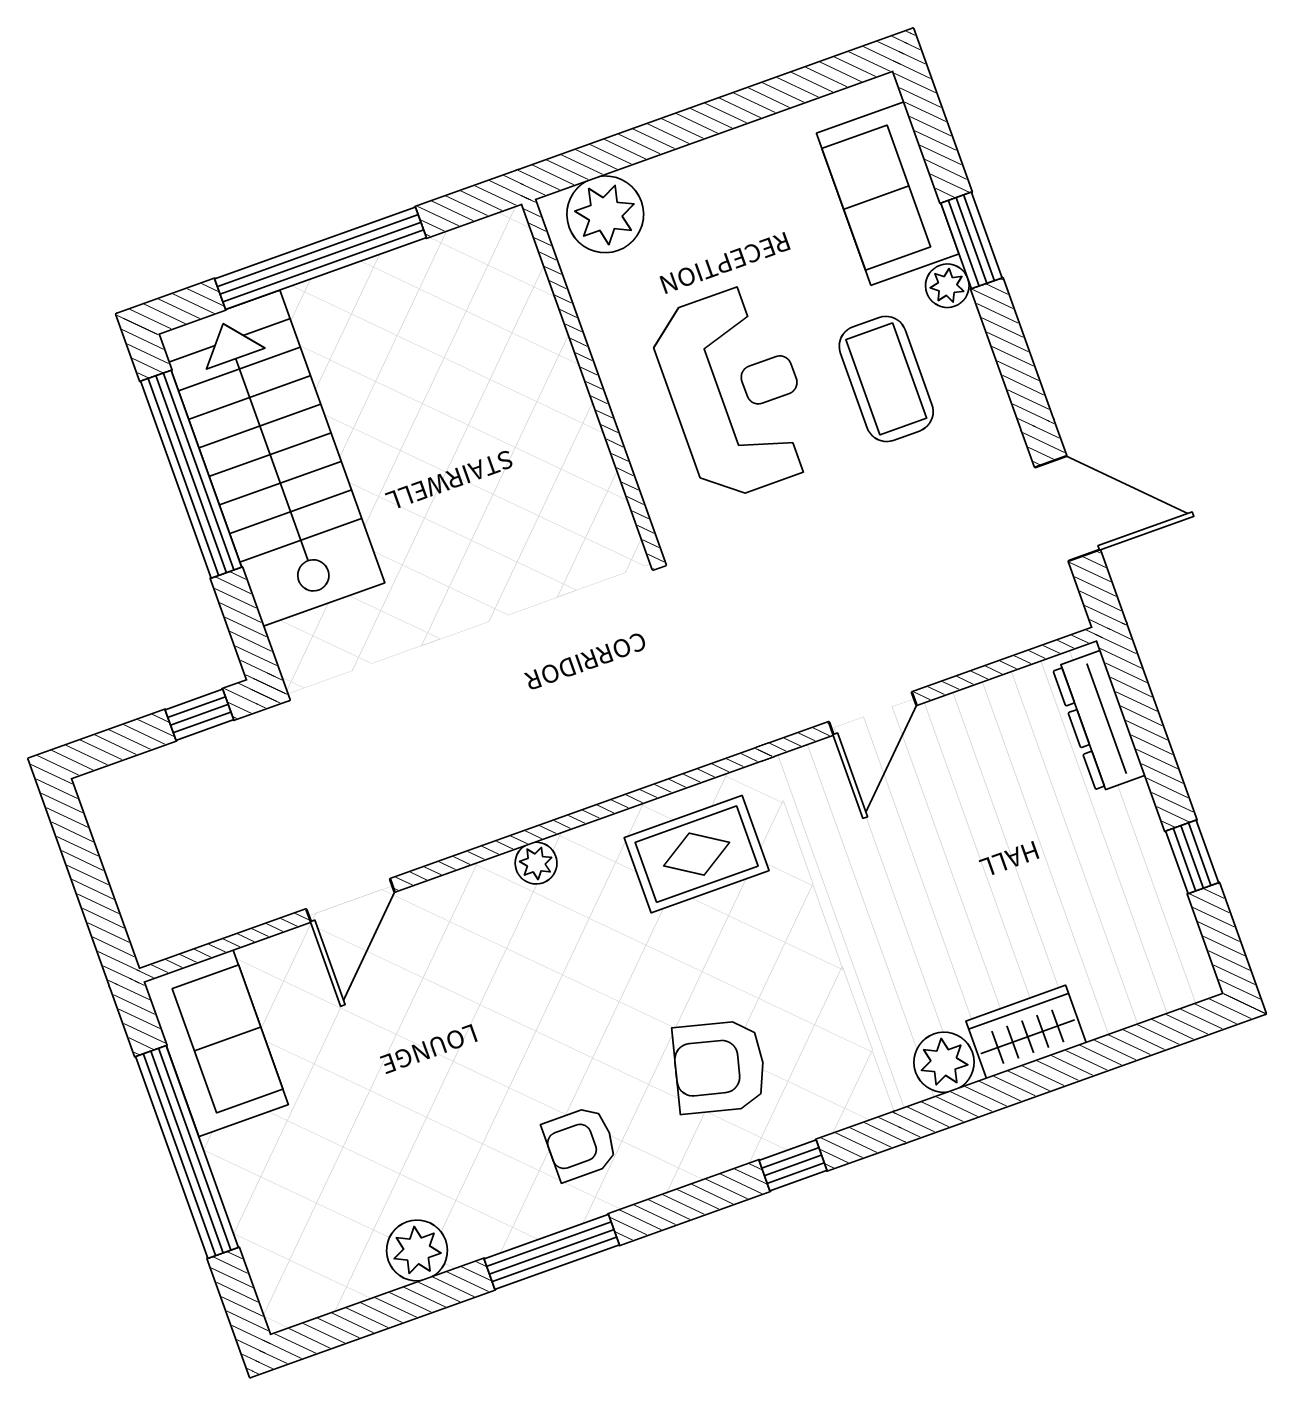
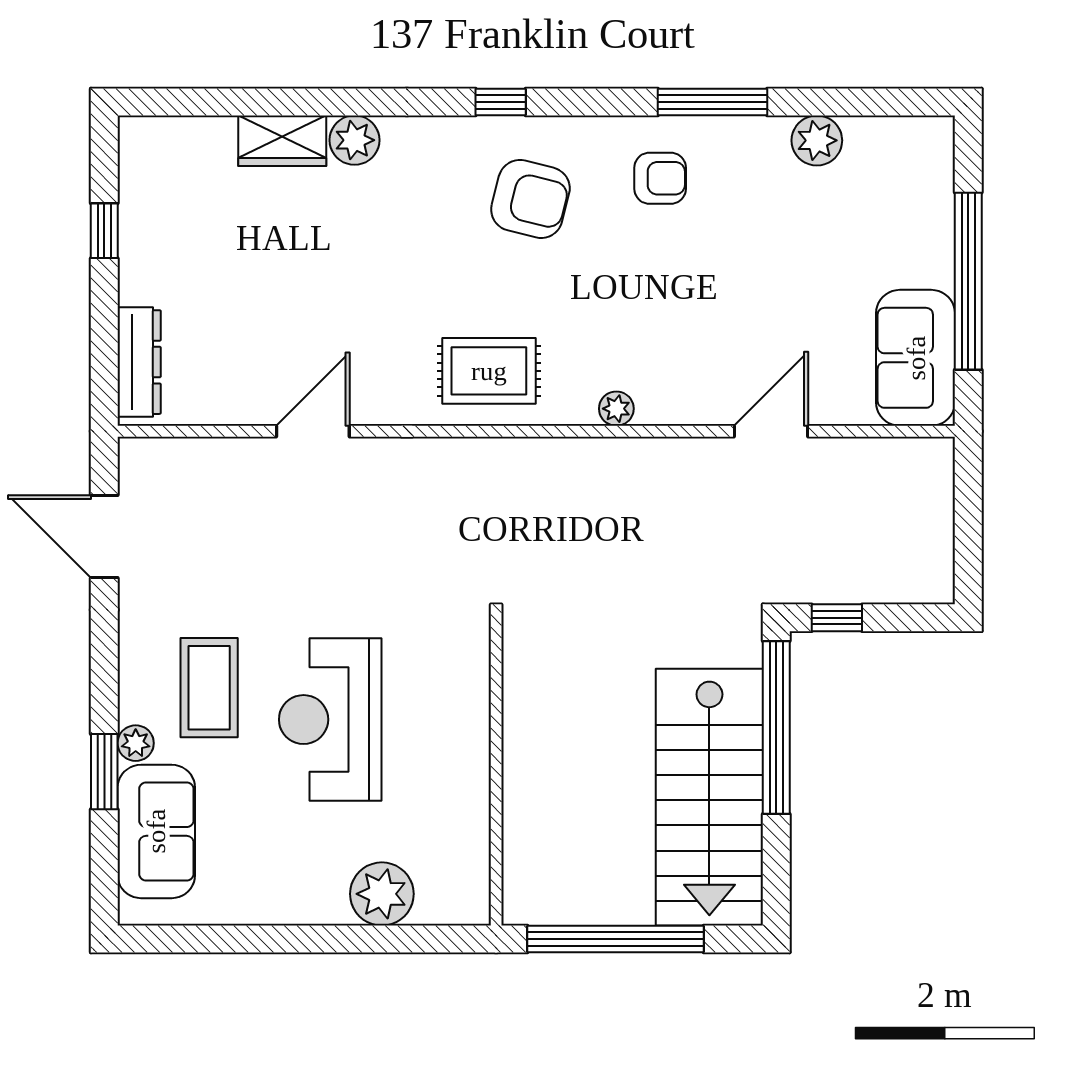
wall: (592, 378) -> (496, 770), moved
window: (191, 474) -> (776, 728), moved

